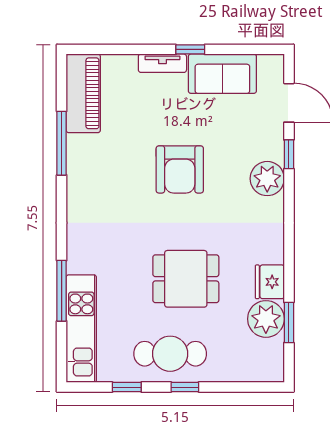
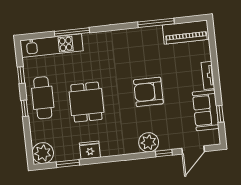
window: (190, 49) -> (220, 114), moved
plant: (266, 319) -> (43, 153), moved

